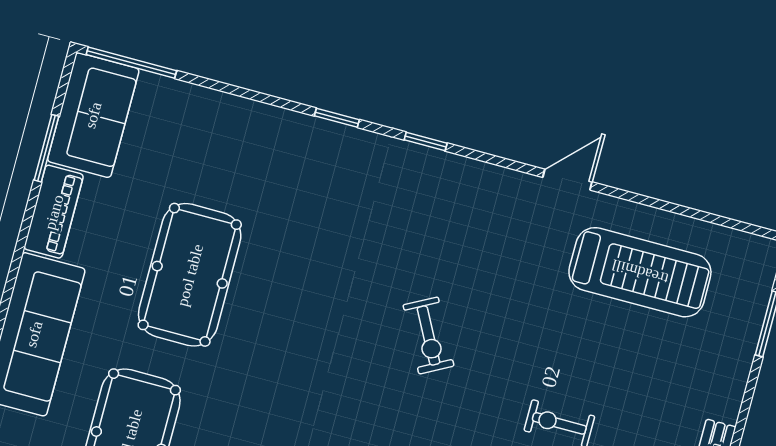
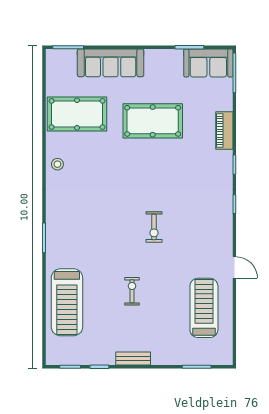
piano: (54, 212) -> (224, 131), moved, turned 90
treadmill: (640, 272) -> (204, 308), turned 180
exercise bike: (428, 336) -> (154, 227), turned -62

